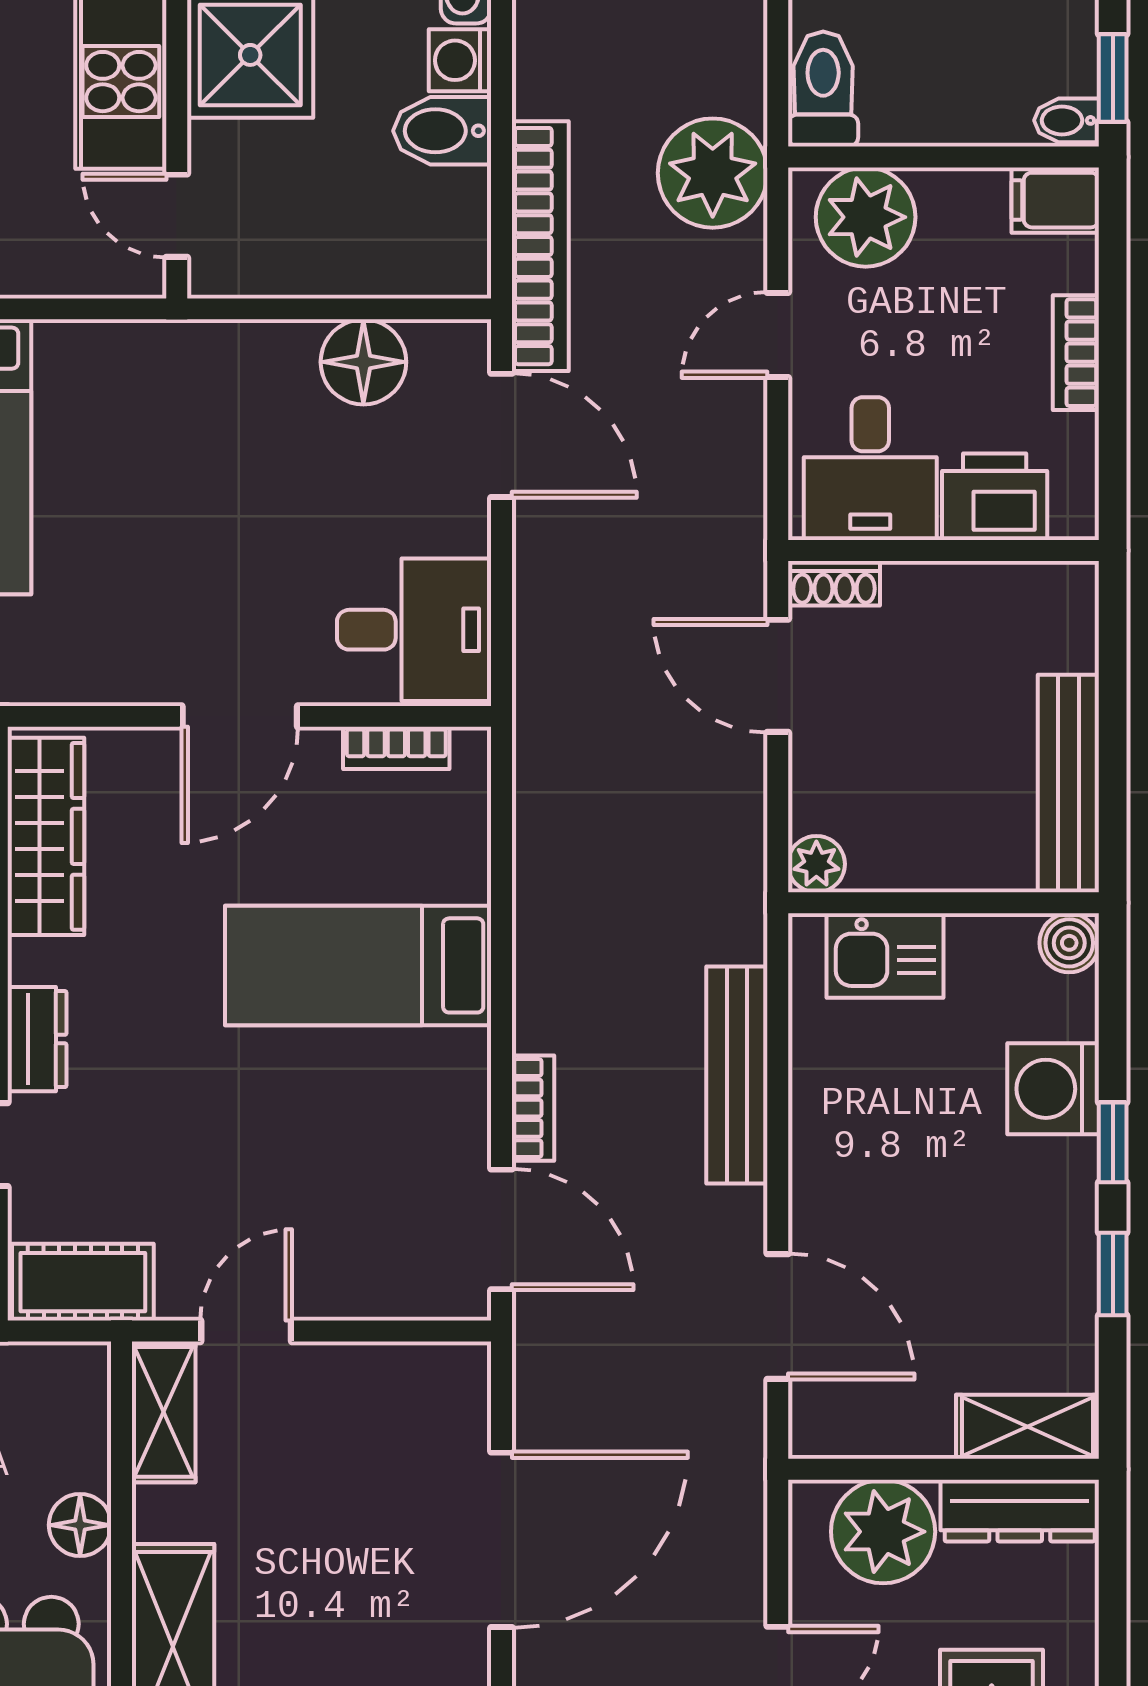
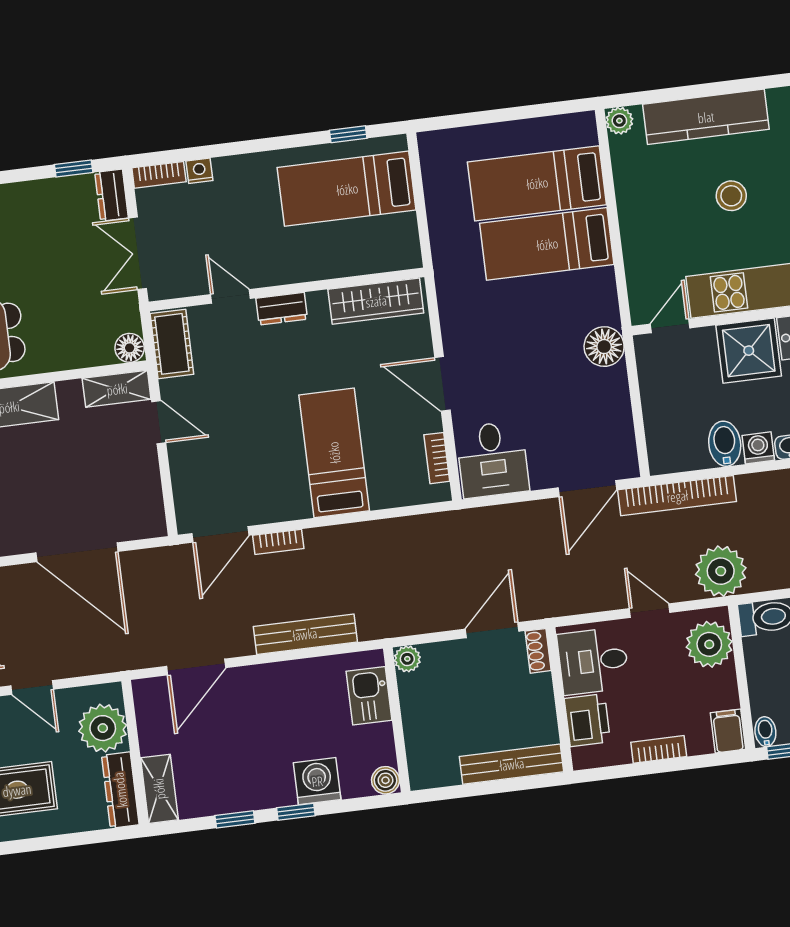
floor lamp: (363, 362) -> (604, 347), moved
bench: (1068, 784) -> (512, 764), moved
floor lamp: (80, 1525) -> (130, 348), moved

